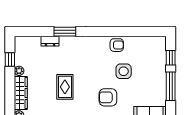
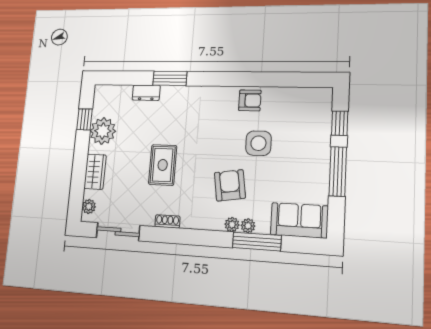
plant: (19, 71) -> (103, 131), width x1.88, depth x1.88
wardrobe: (21, 93) -> (95, 172), width x0.67
armchair: (108, 97) -> (230, 185), turned 81

